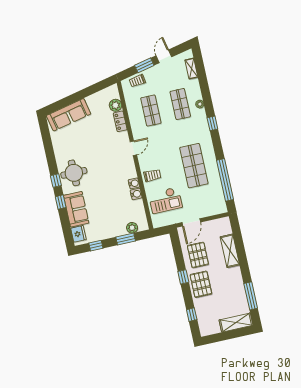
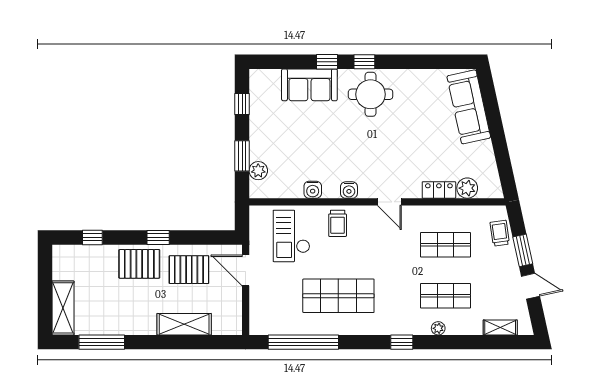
water cooler: (134, 183) -> (349, 190), moved
fridge: (78, 234) -> (268, 80), removed

